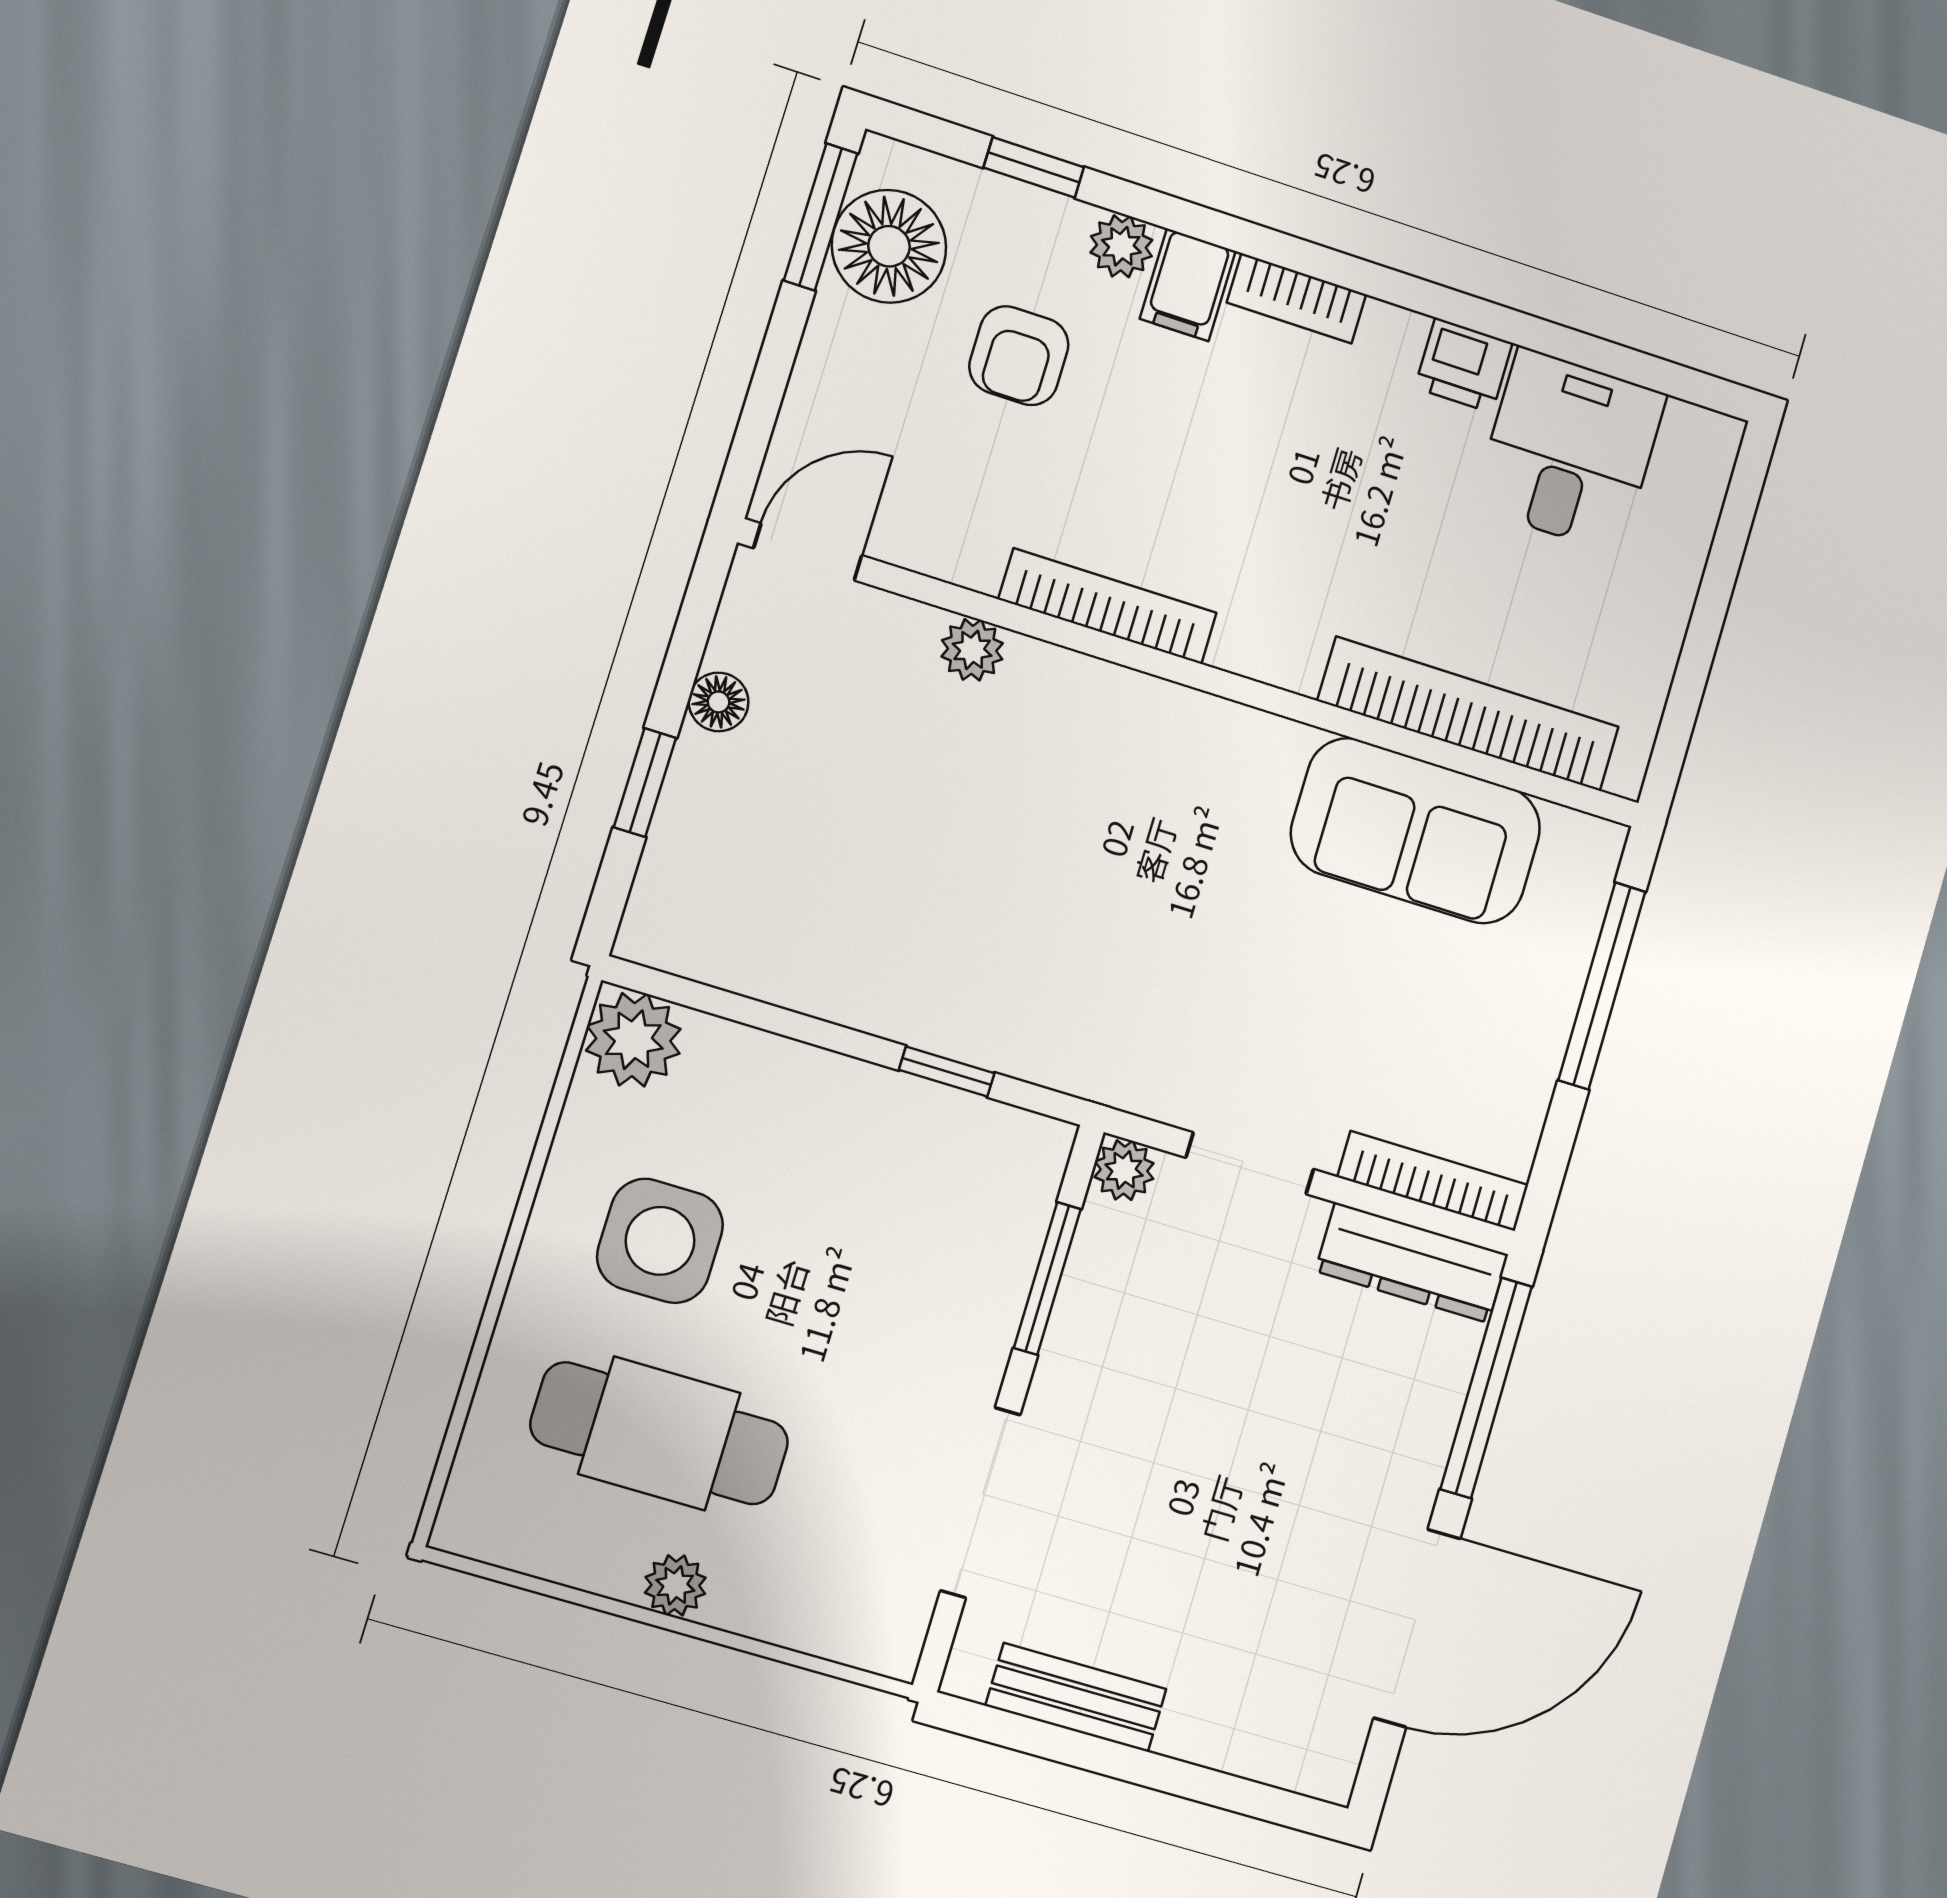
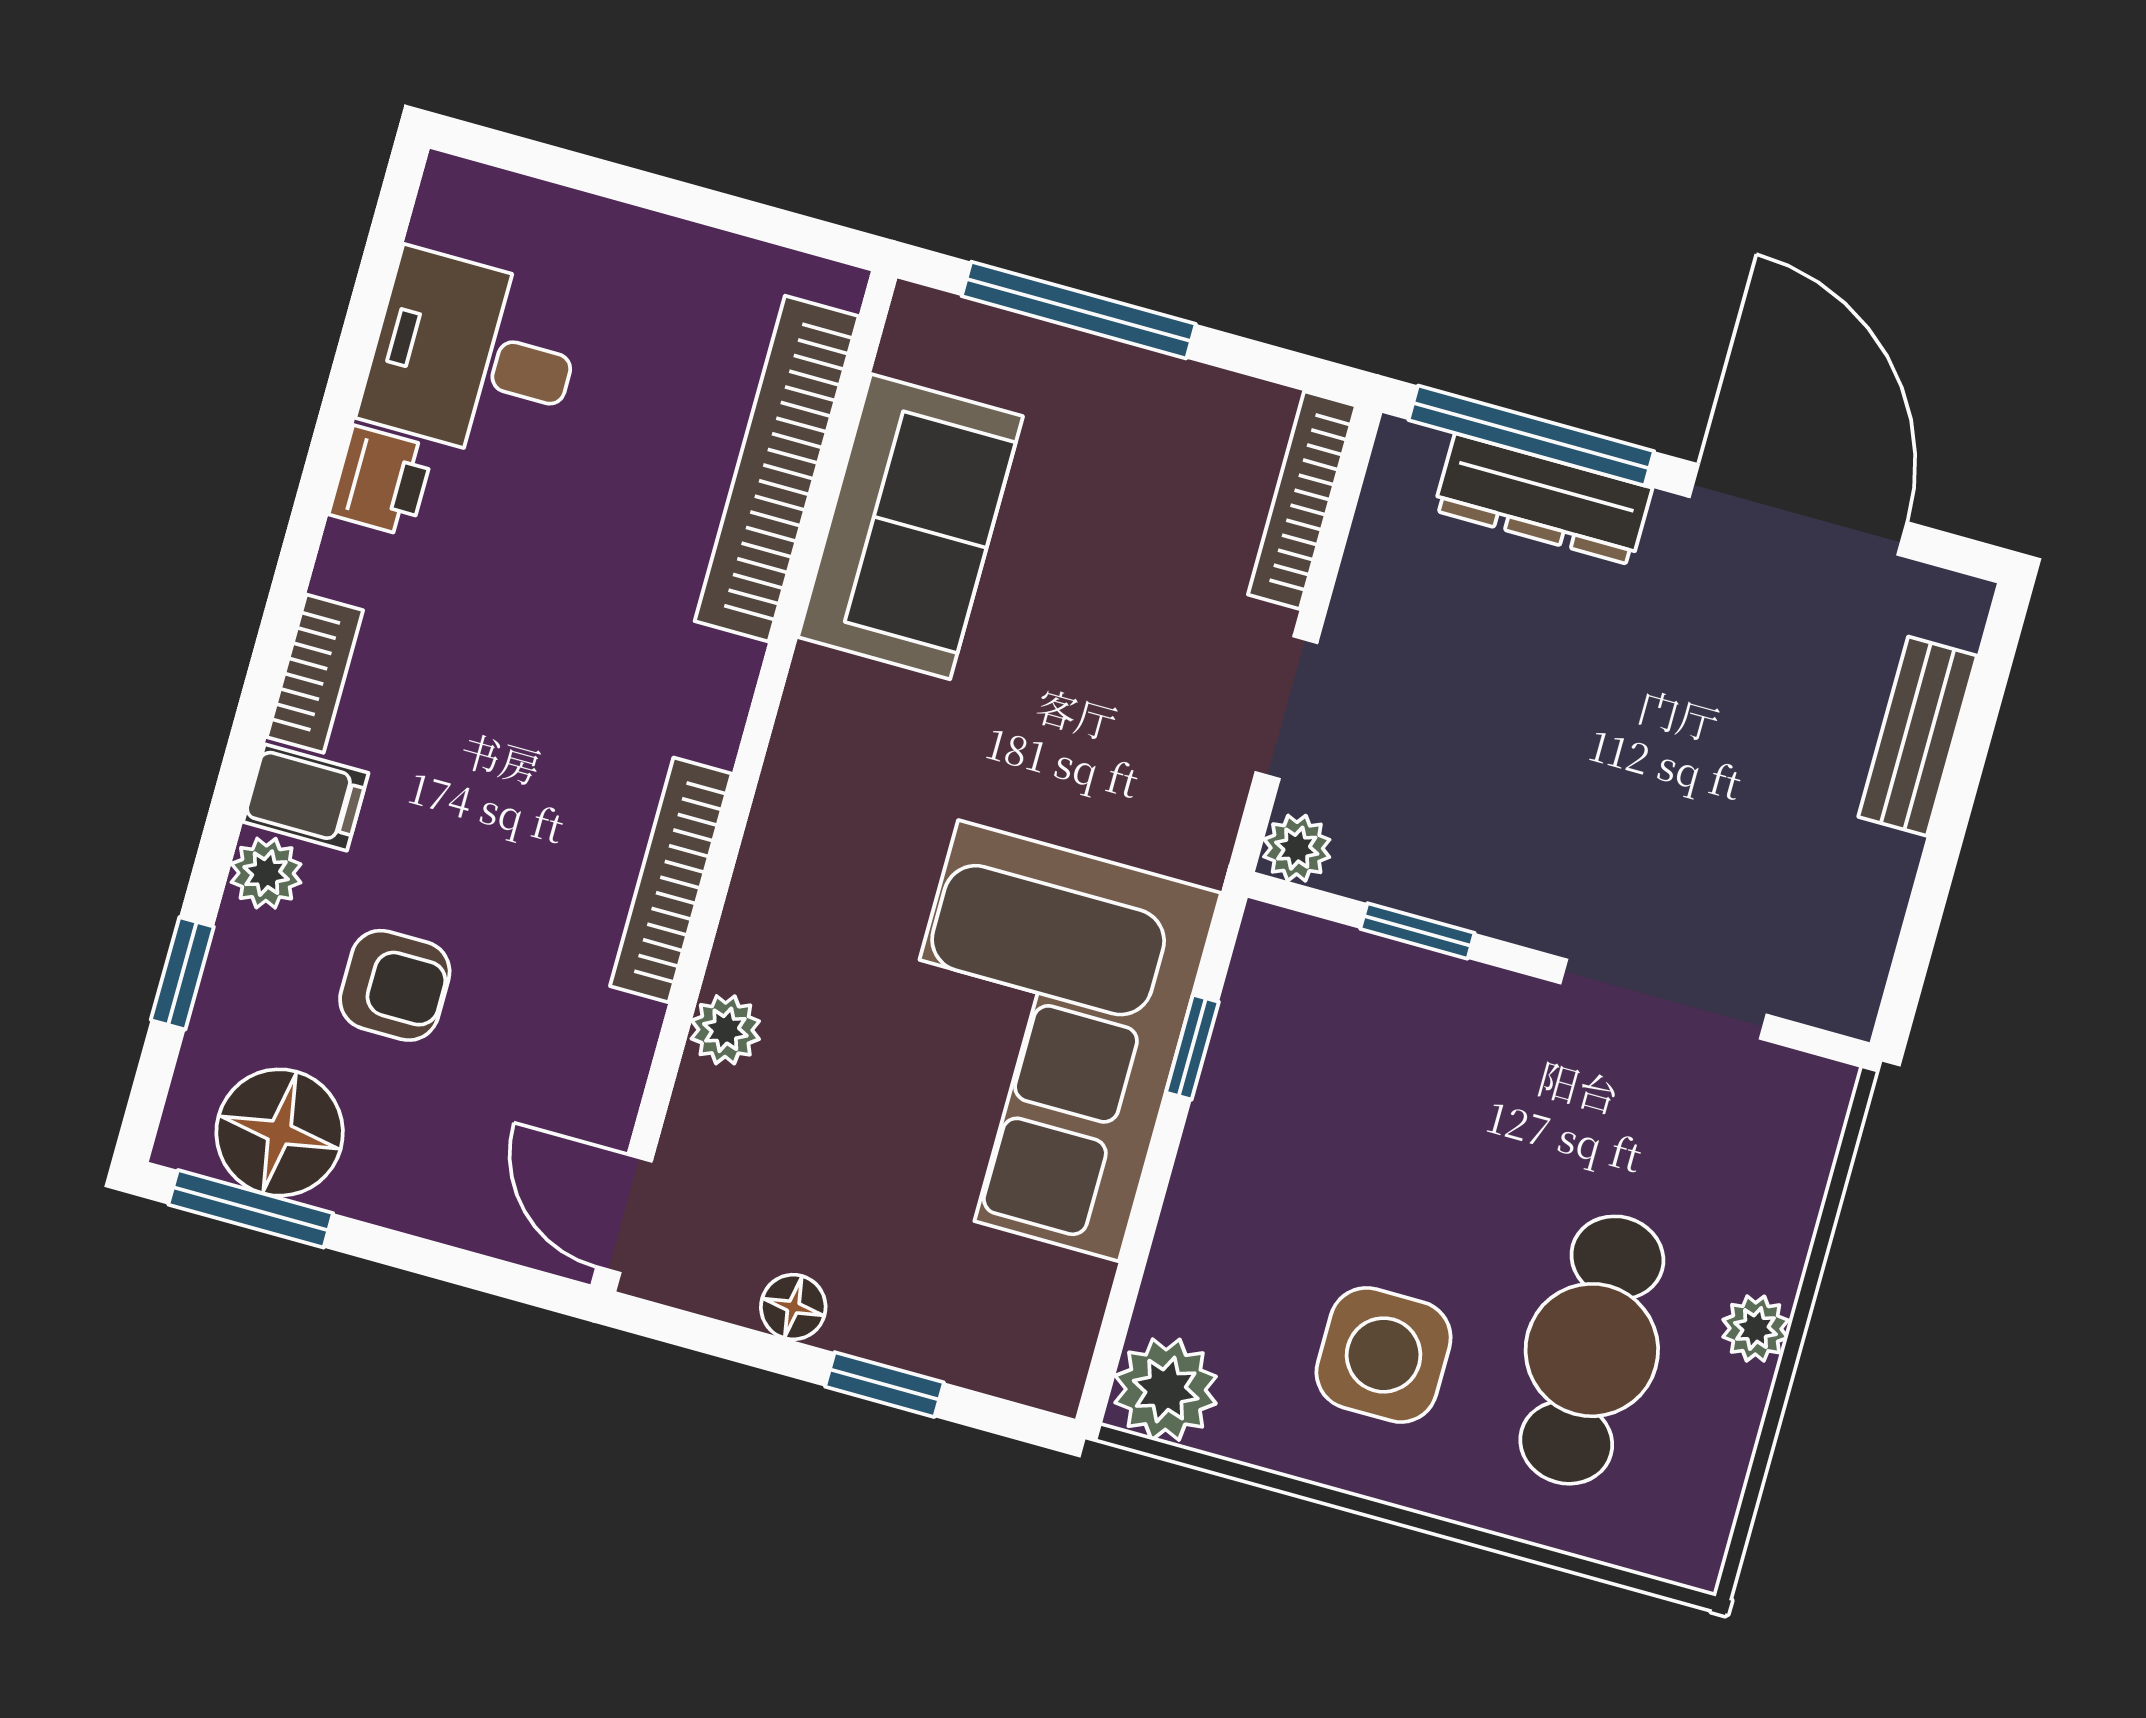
corner sofa: (956, 932) -> (1039, 1041), added
dresser: (1412, 1263) -> (1543, 499), moved, turned 90
window: (1047, 1278) -> (1417, 931), width x0.67
bench: (1076, 1697) -> (1918, 736), moved

